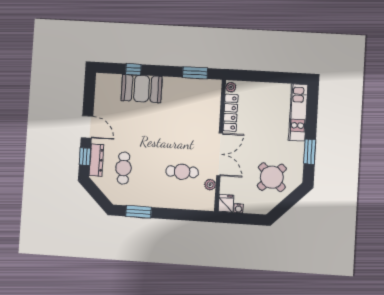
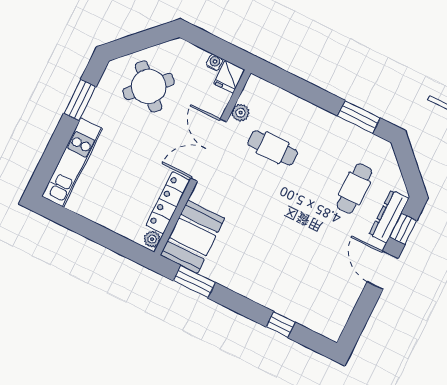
booth: (142, 89) -> (192, 237), moved, turned 90

